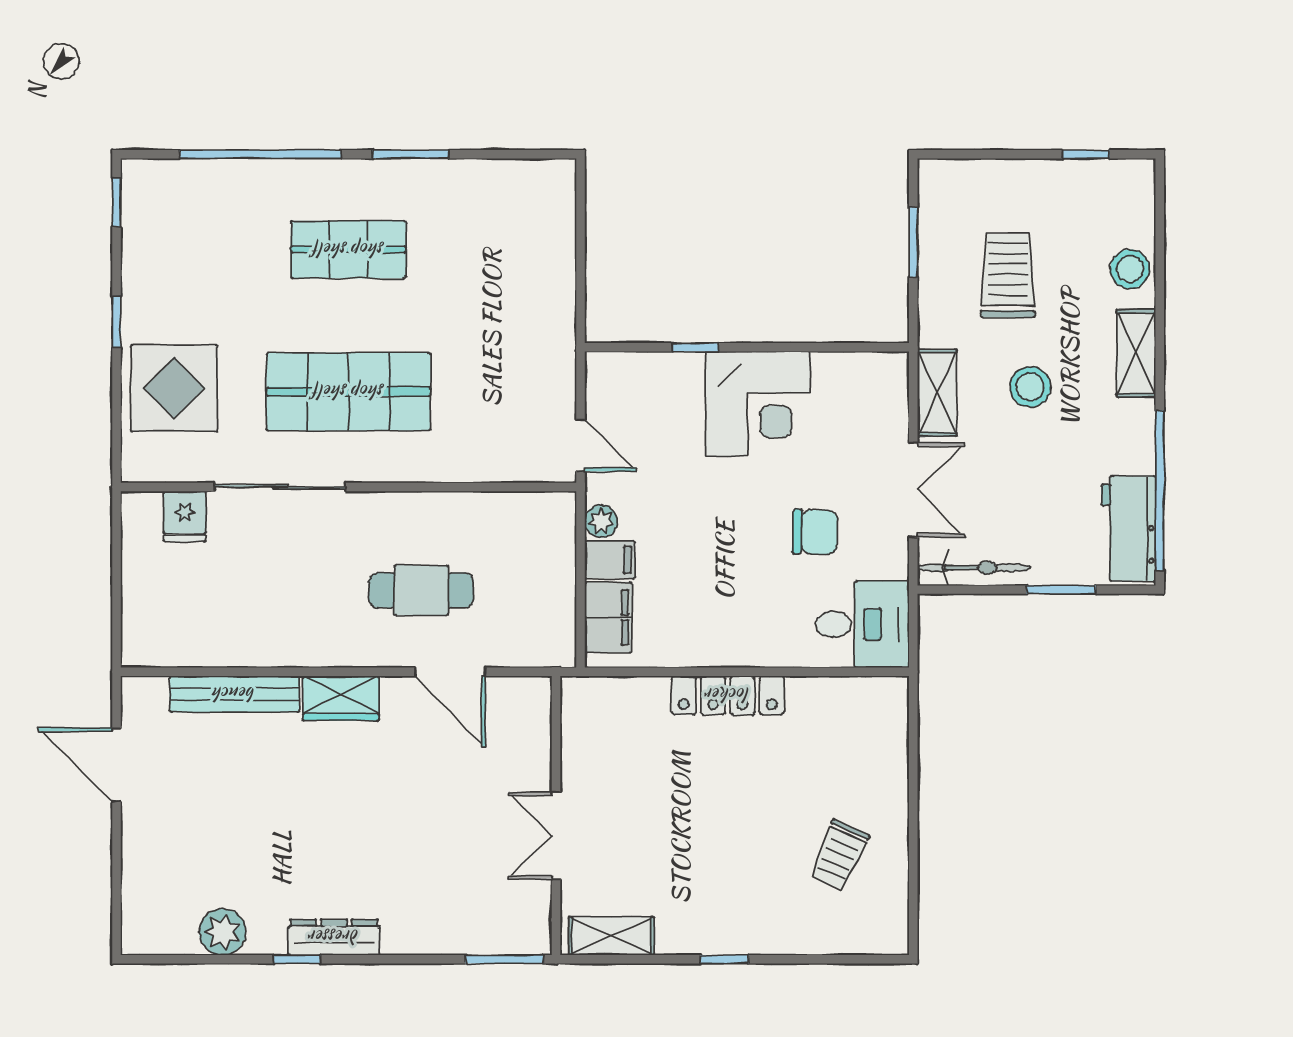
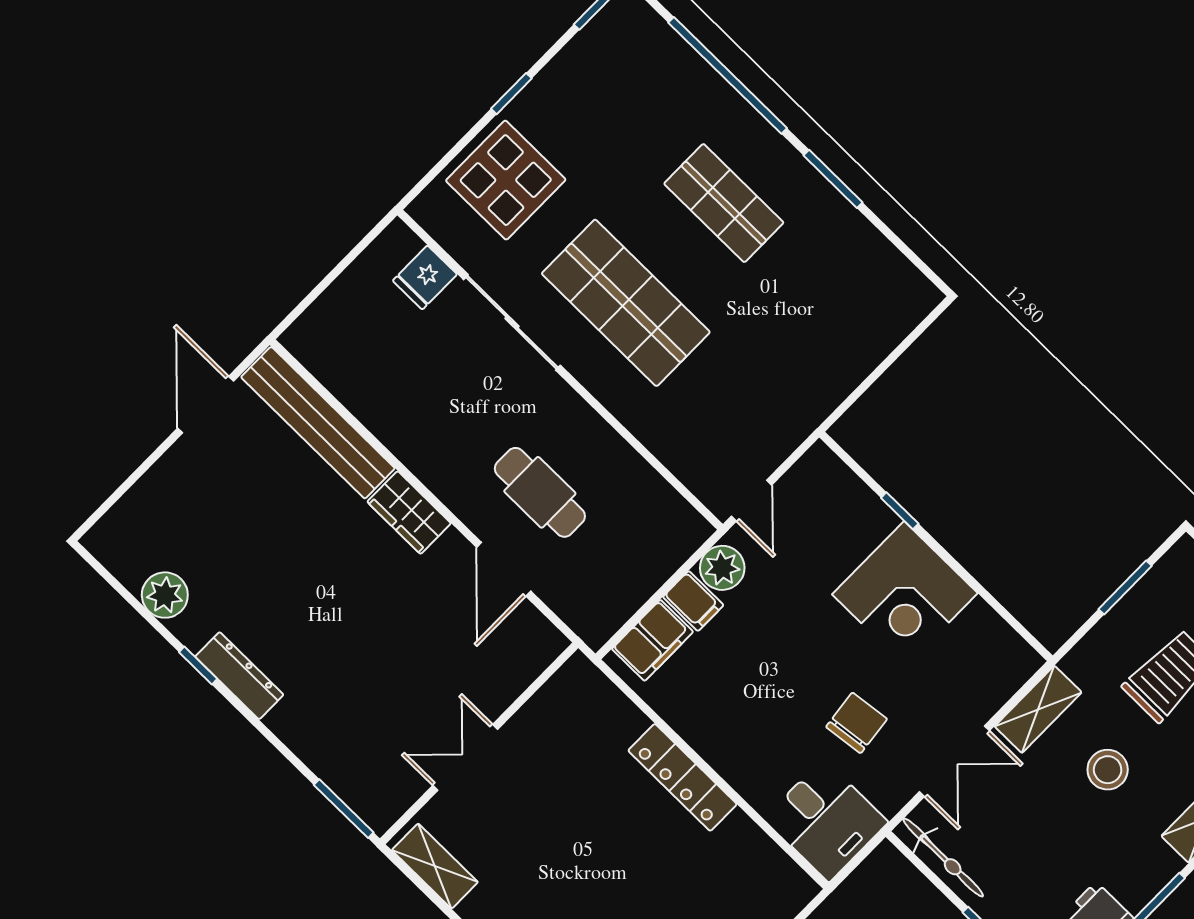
plant: (601, 521) -> (722, 568), width x1.38, depth x1.38
chair: (815, 532) -> (857, 723), turned -99
bench: (234, 694) -> (318, 423), width x1.37, depth x1.21

